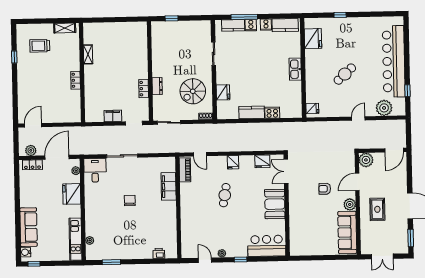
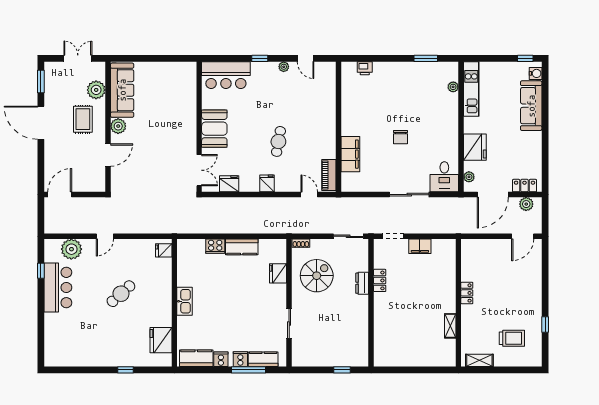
bar counter: (394, 61) -> (58, 288), width x0.54
plant: (366, 160) -> (96, 90), moved
armchair: (325, 189) -> (150, 147), removed

